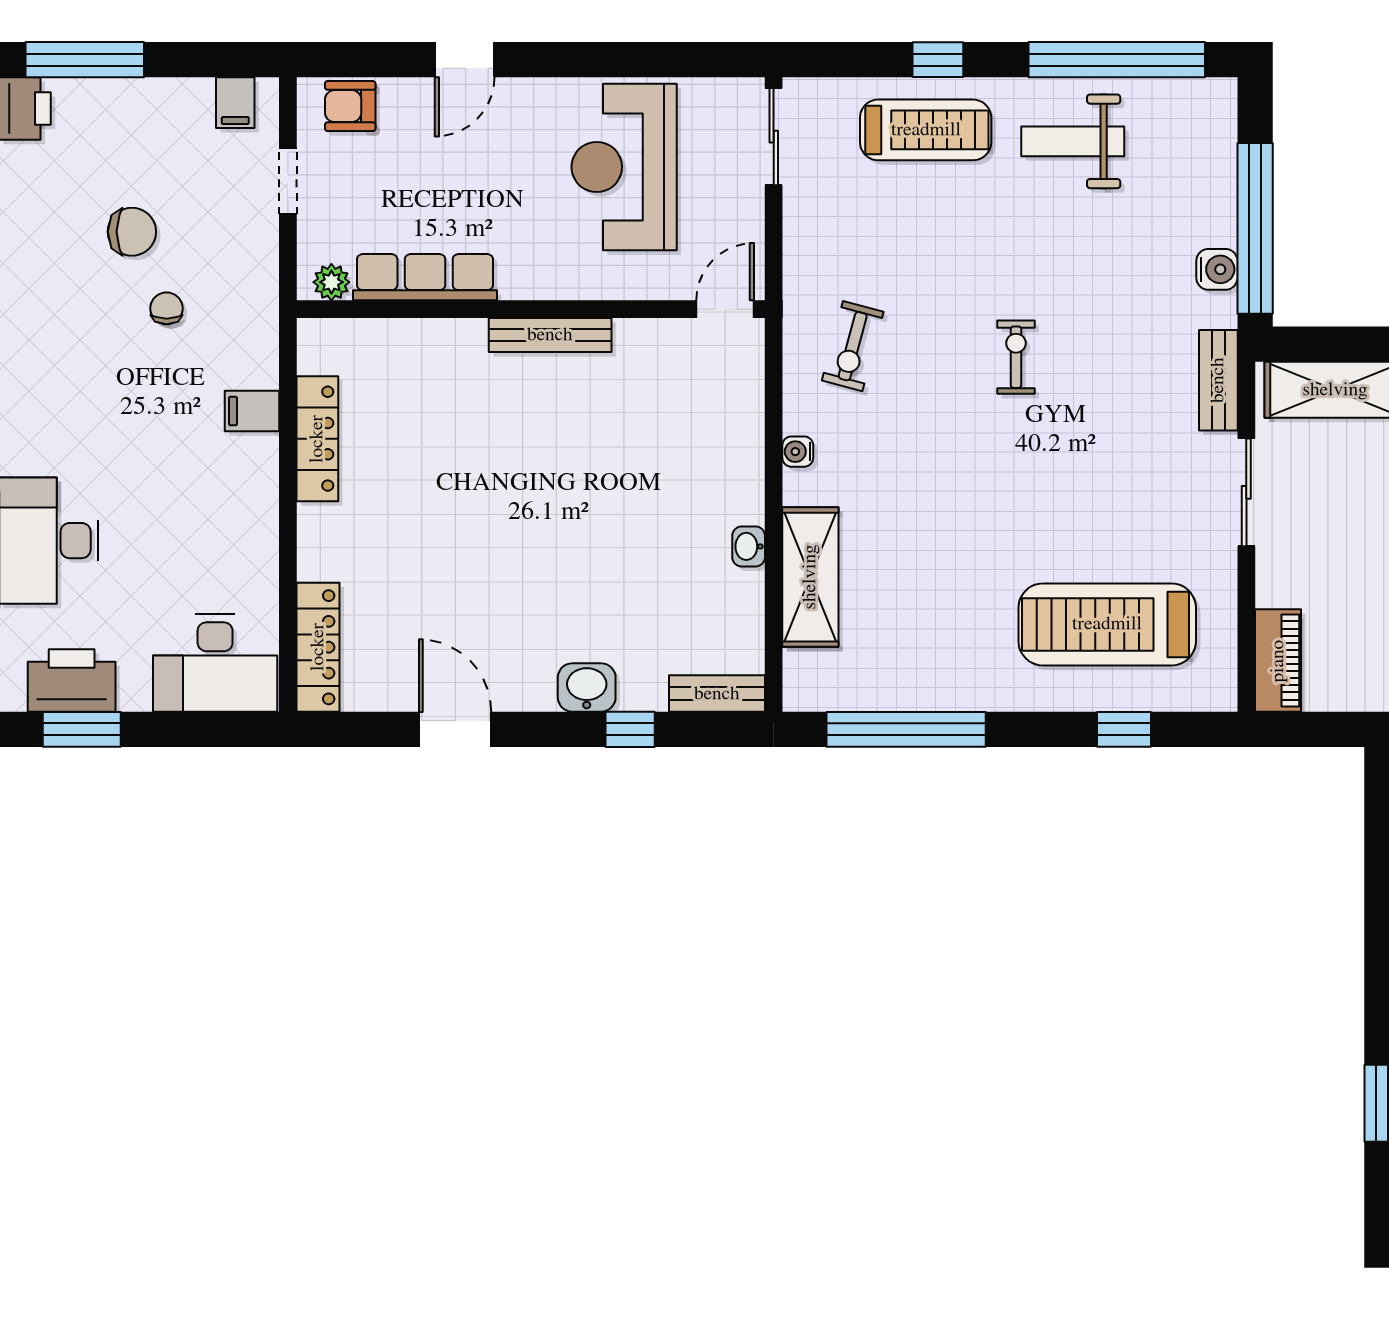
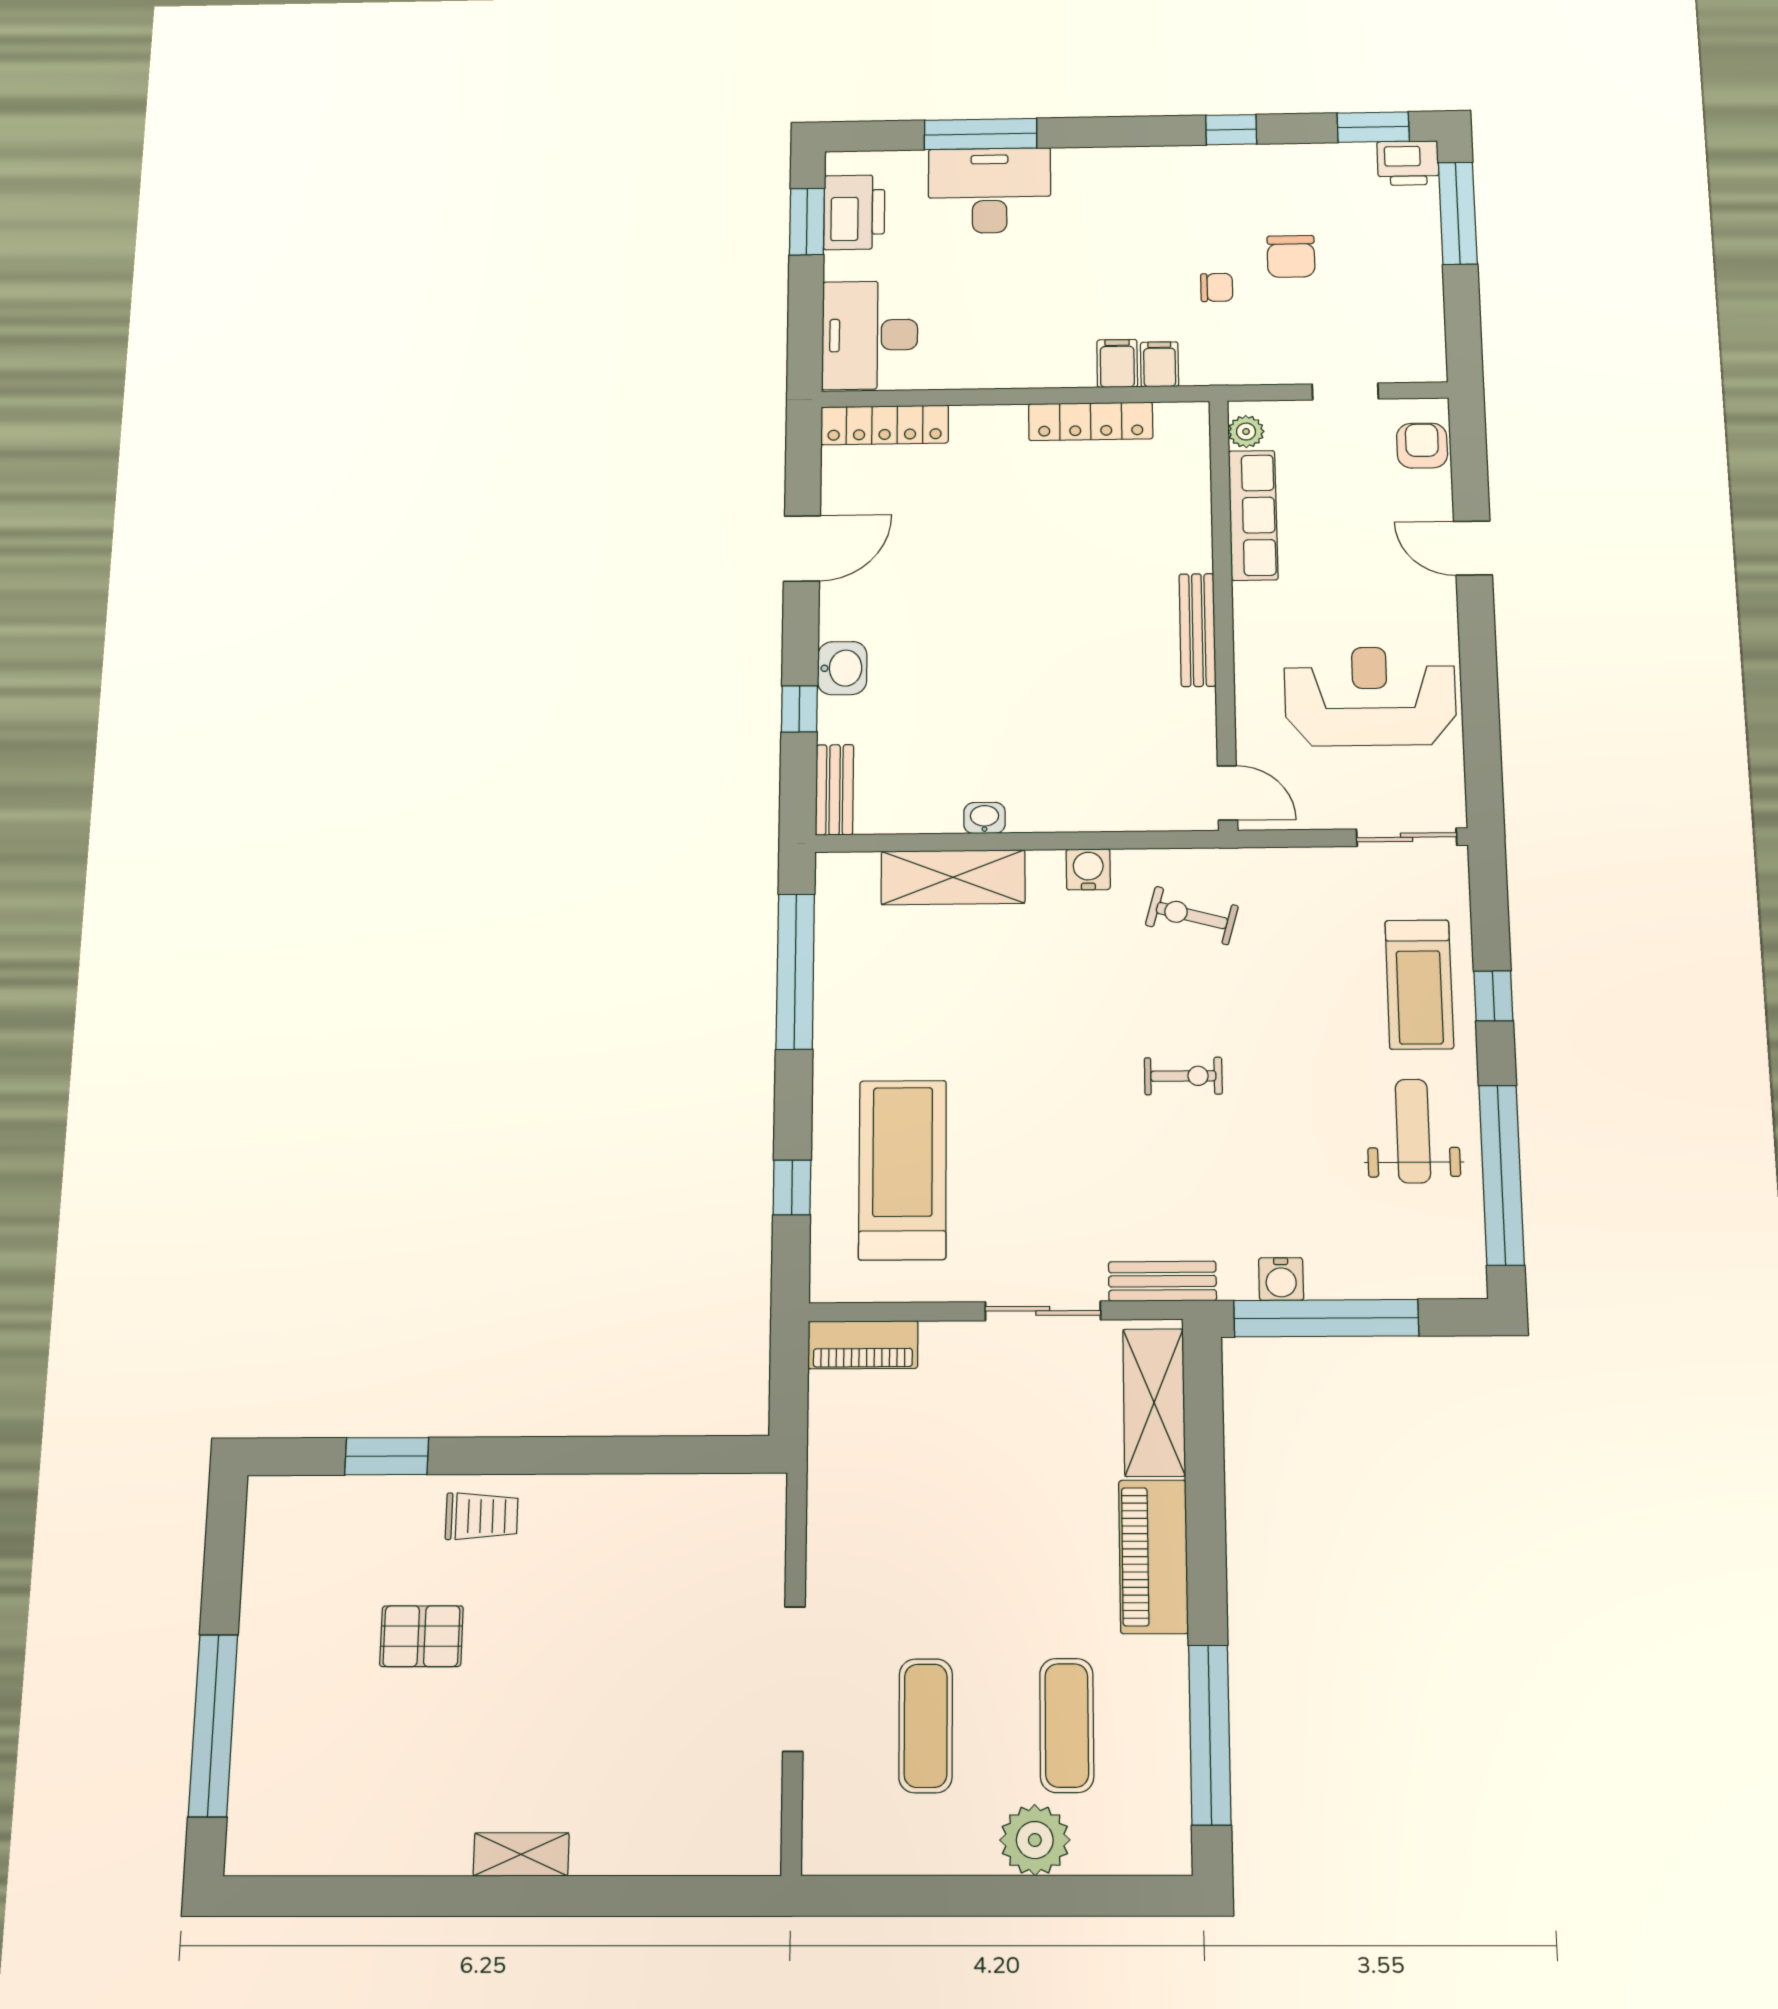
filing cabinet: (235, 103) -> (1160, 364), moved, turned 90
water cooler: (798, 452) -> (1088, 869), width x1.38, depth x1.38

